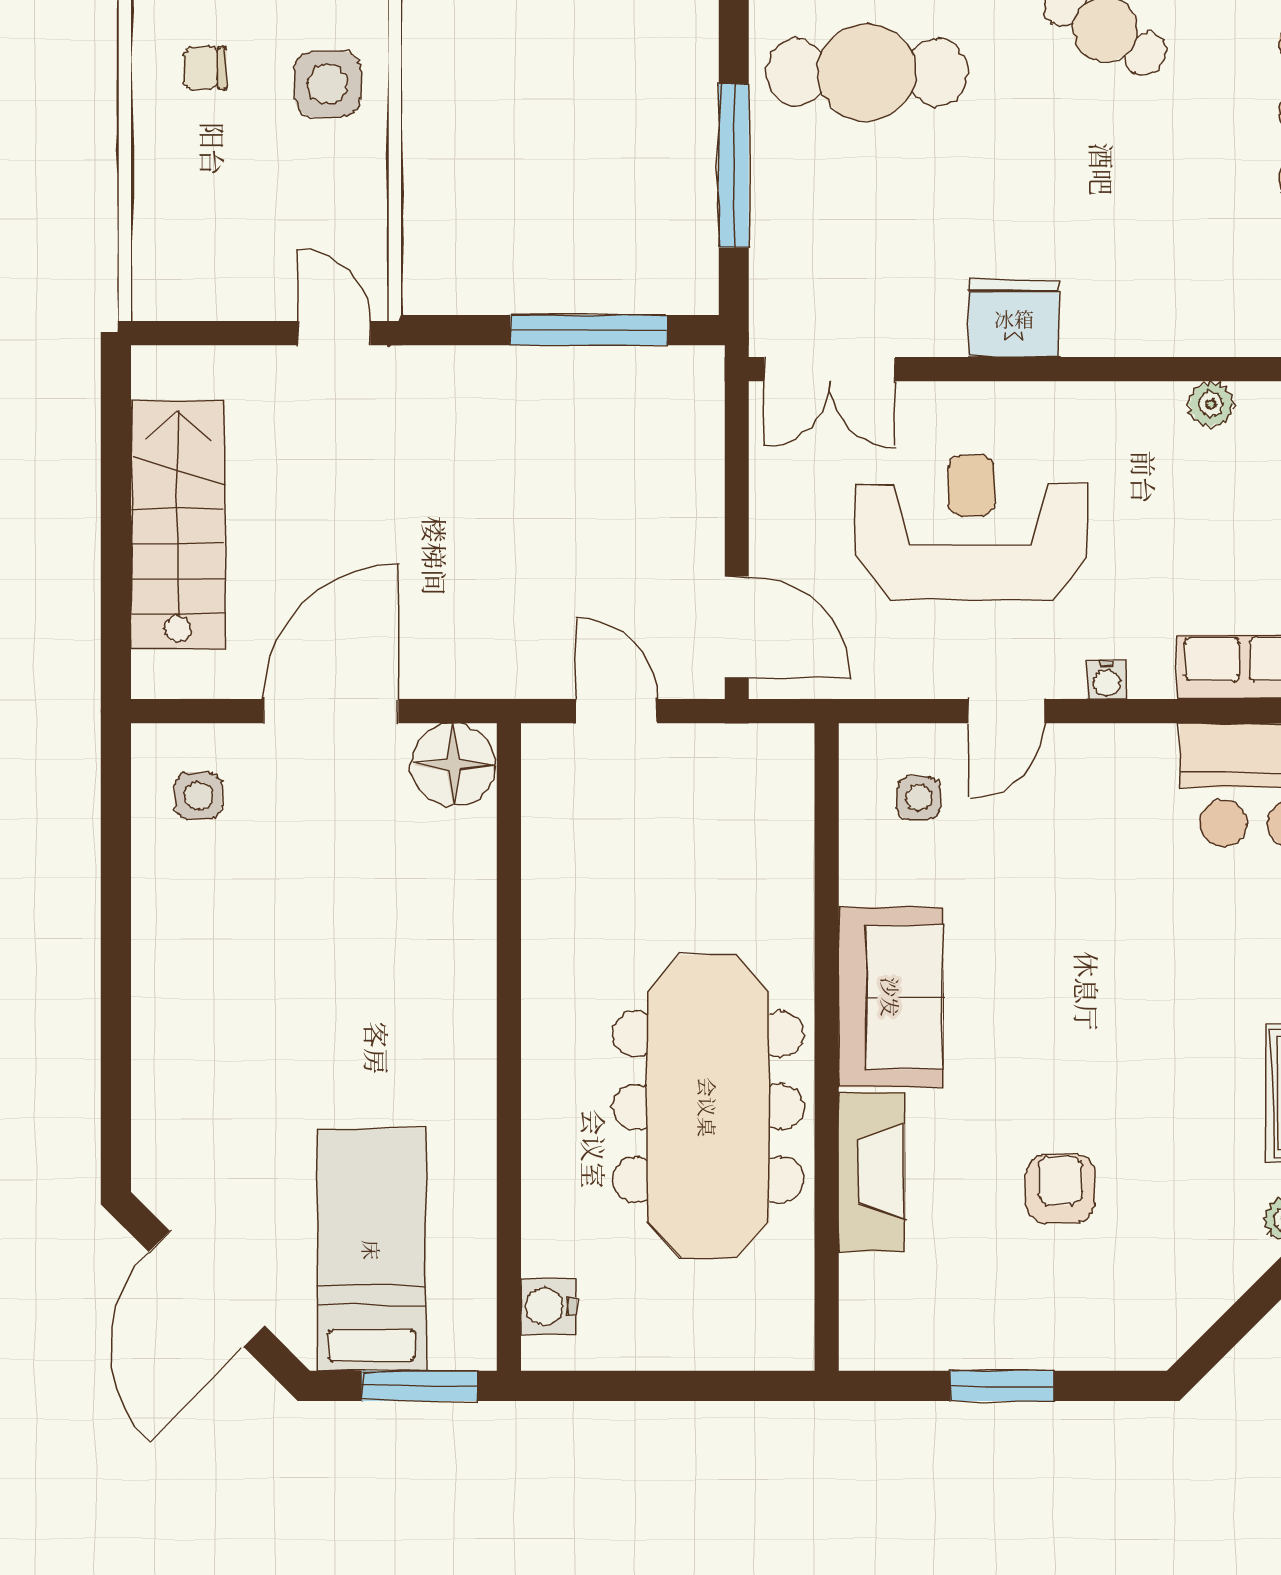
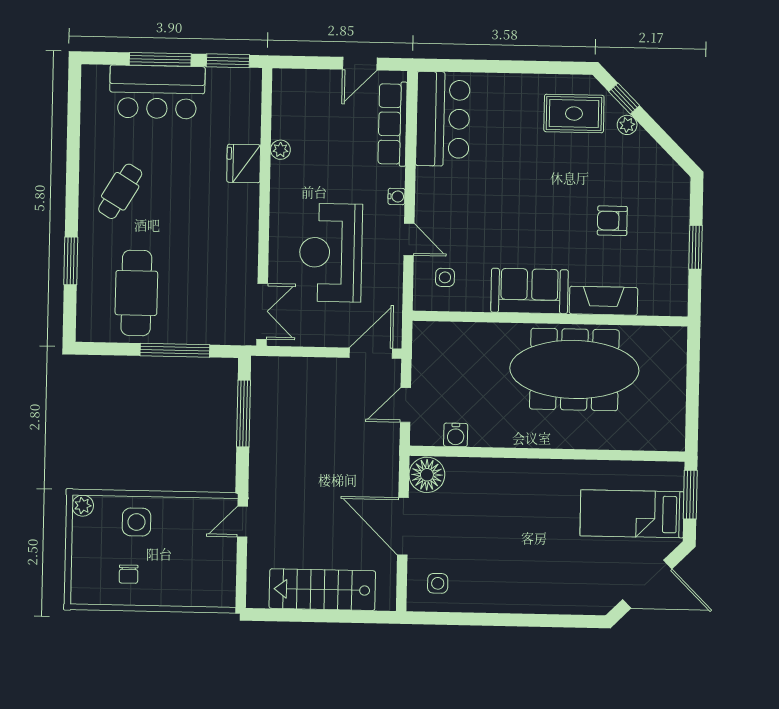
fridge: (1014, 318) -> (244, 163), moved
water cooler: (549, 1306) -> (456, 435), moved

